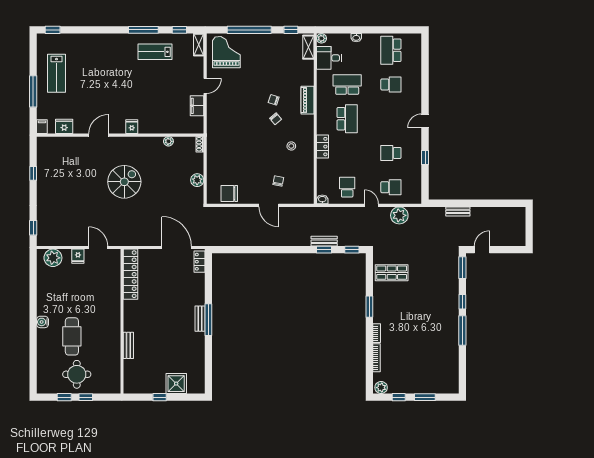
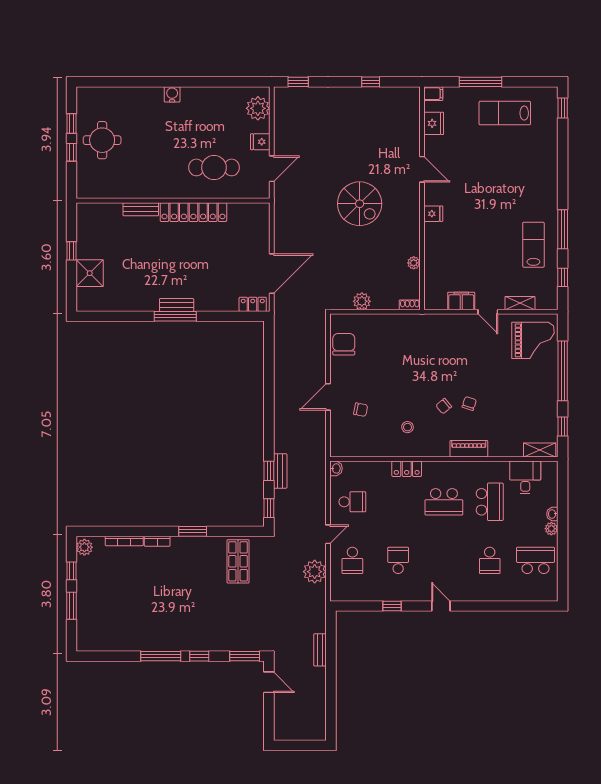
plant: (321, 38) -> (551, 529), moved
shelving: (199, 45) -> (520, 303), moved
locker: (131, 274) -> (193, 212), moved
cafe table: (72, 336) -> (214, 167), moved

